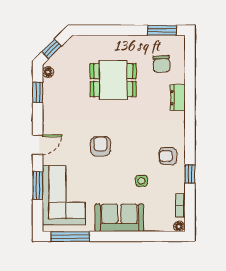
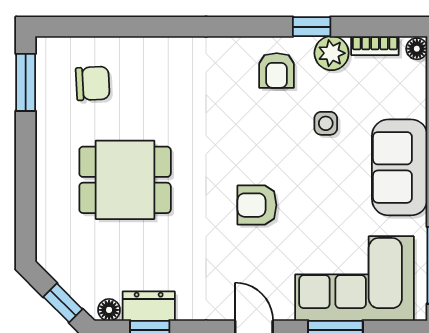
dining table: (113, 80) -> (125, 180), turned 90
dresser: (178, 98) -> (149, 306), moved, turned 180
plant: (177, 184) -> (332, 53), added

